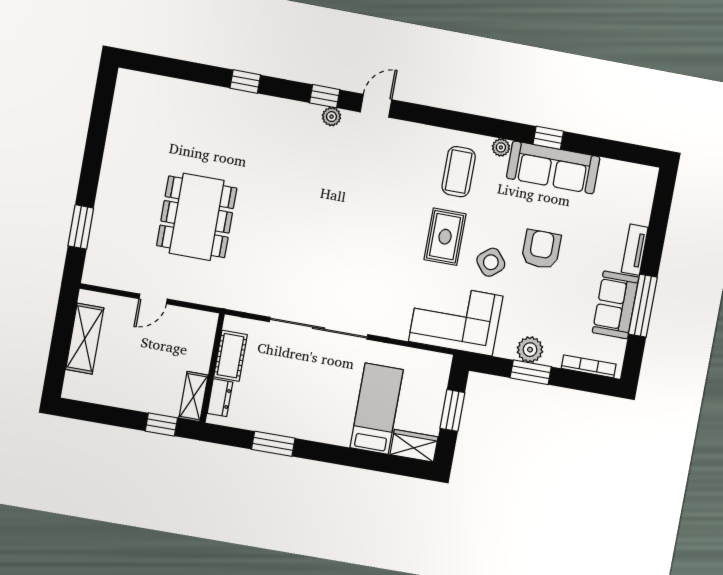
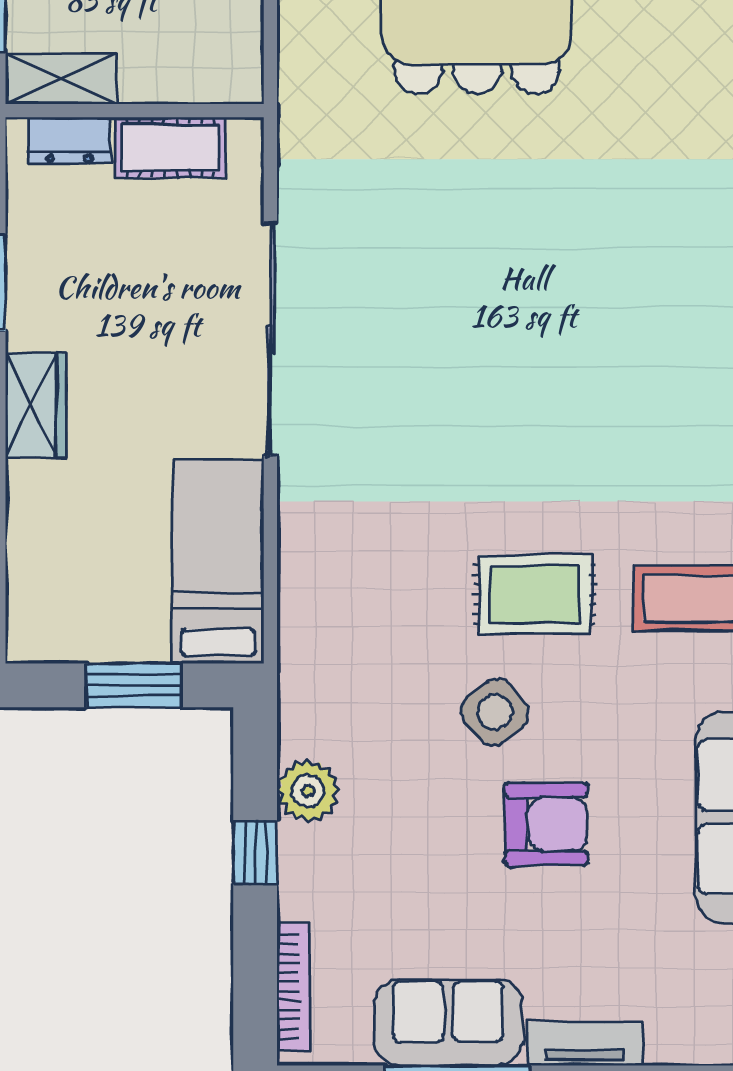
corner sofa: (456, 319) -> (349, 654), removed
plant: (530, 350) -> (308, 791), moved
window: (531, 372) -> (255, 853), width x0.67
bed: (377, 409) -> (218, 562), moved, turned -90
wardrobe: (414, 446) -> (36, 405), moved

